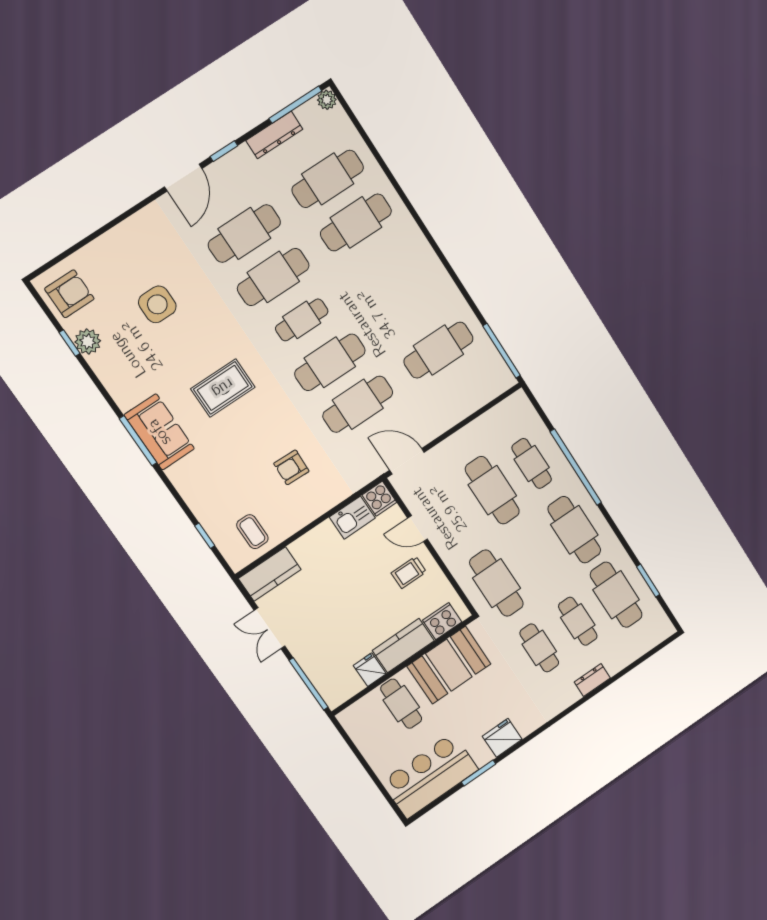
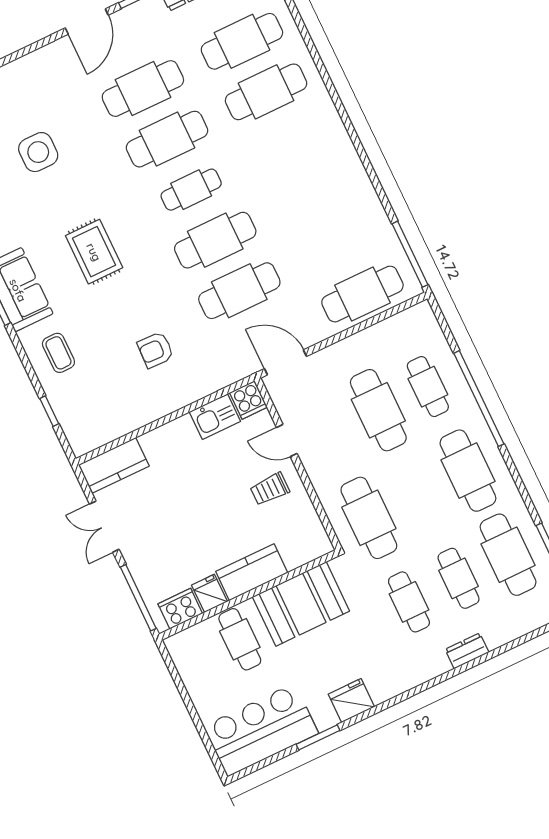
cafe table: (439, 350) -> (362, 294), moved
rug: (223, 388) -> (94, 252), turned 90
coffee table: (252, 532) -> (58, 353), moved
cooker: (442, 621) -> (180, 609), moved

